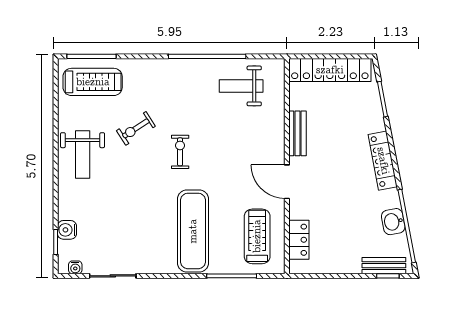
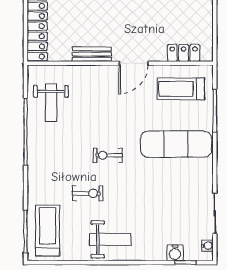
exercise bike: (136, 128) -> (88, 193), turned -57

